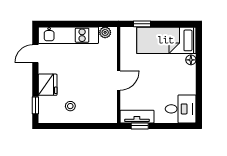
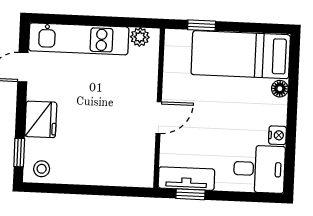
nightstand: (191, 88) -> (277, 135), added
stool: (70, 106) -> (42, 169), moved

